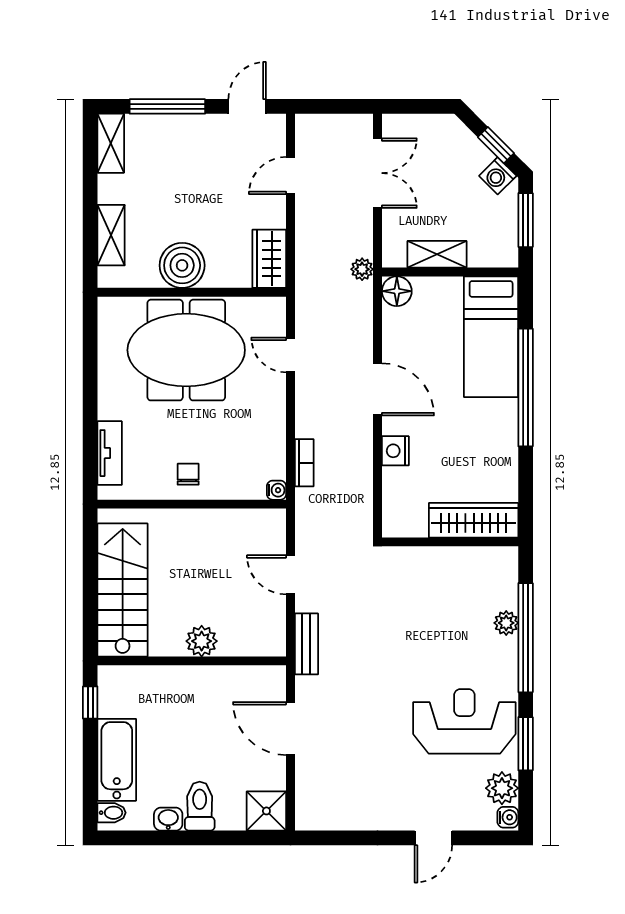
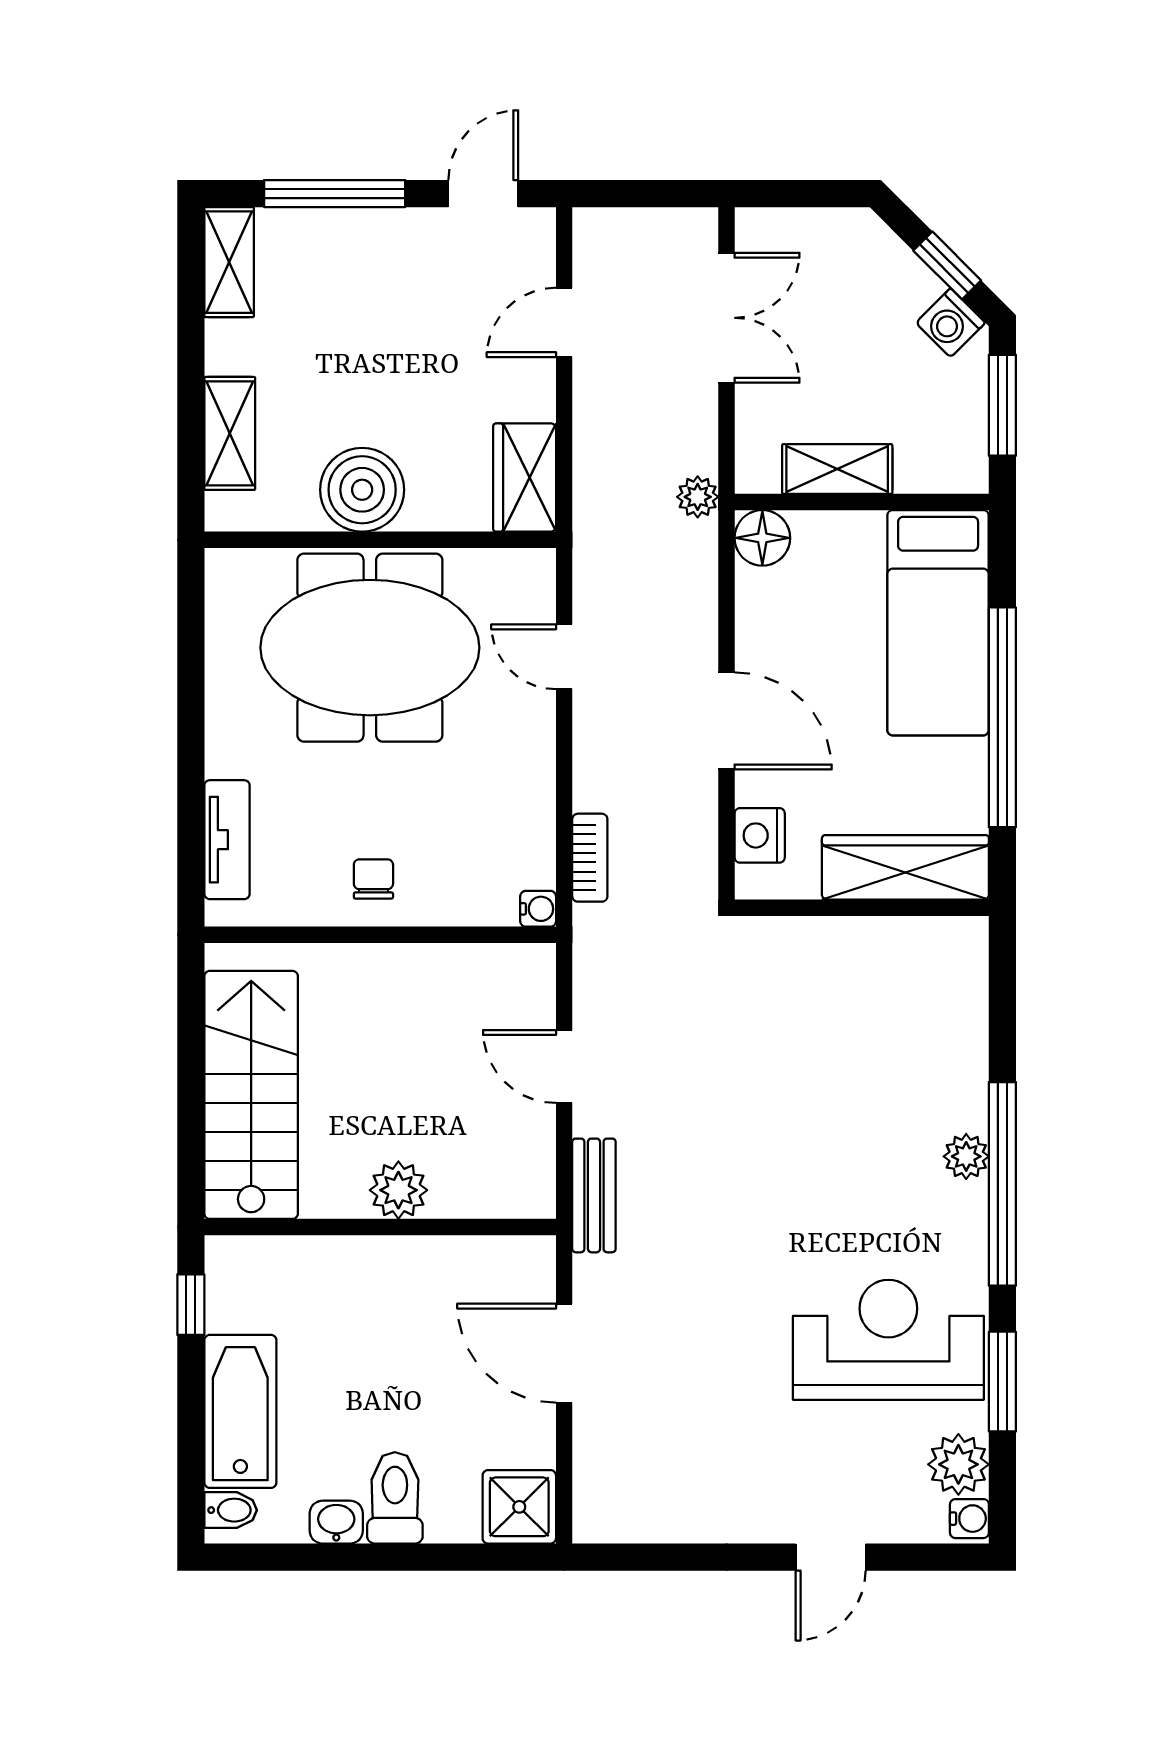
wardrobe: (474, 520) -> (905, 867), moved
wall: (450, 542) -> (862, 908), moved

